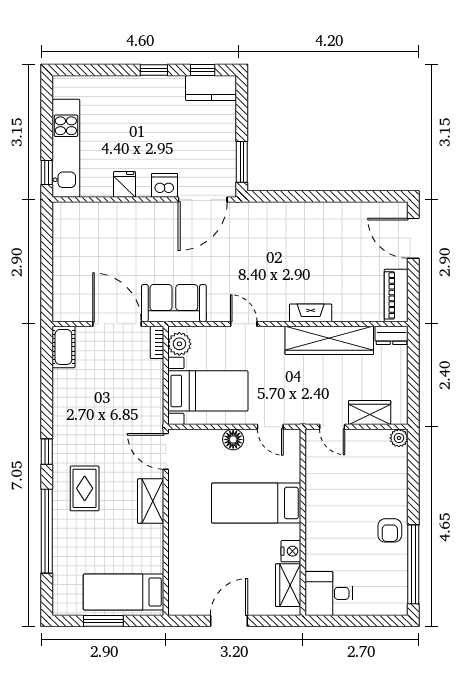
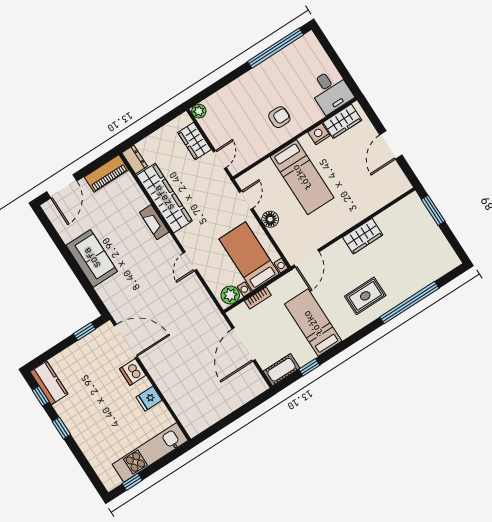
window: (242, 162) -> (84, 331), width x0.67
window: (47, 172) -> (132, 482), moved
sofa: (174, 303) -> (92, 258), moved, turned 180
bookcase: (157, 342) -> (258, 298), moved
window: (47, 452) -> (309, 367), moved
wardrobe: (151, 501) -> (363, 236), moved
armchair: (390, 530) -> (279, 117), moved
bed: (123, 592) -> (313, 323), moved, turned 180
window: (103, 621) -> (433, 210), moved
door: (229, 621) -> (391, 145), hinge flipped

